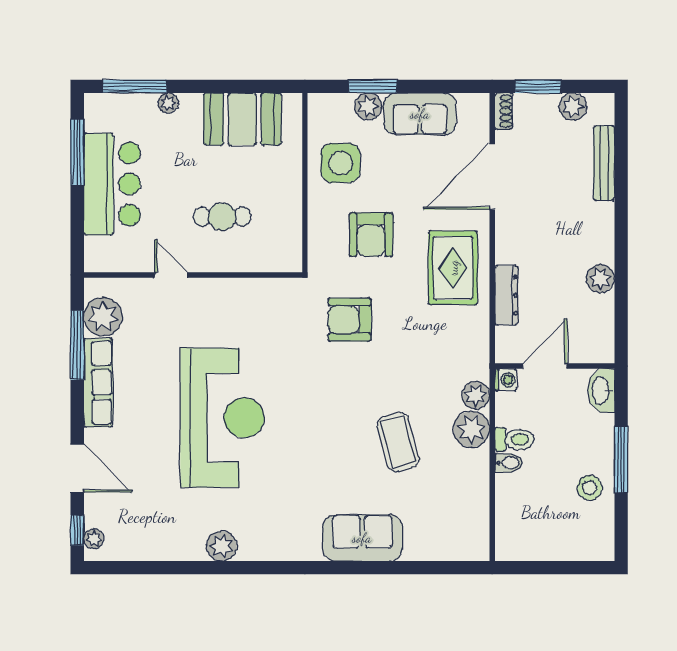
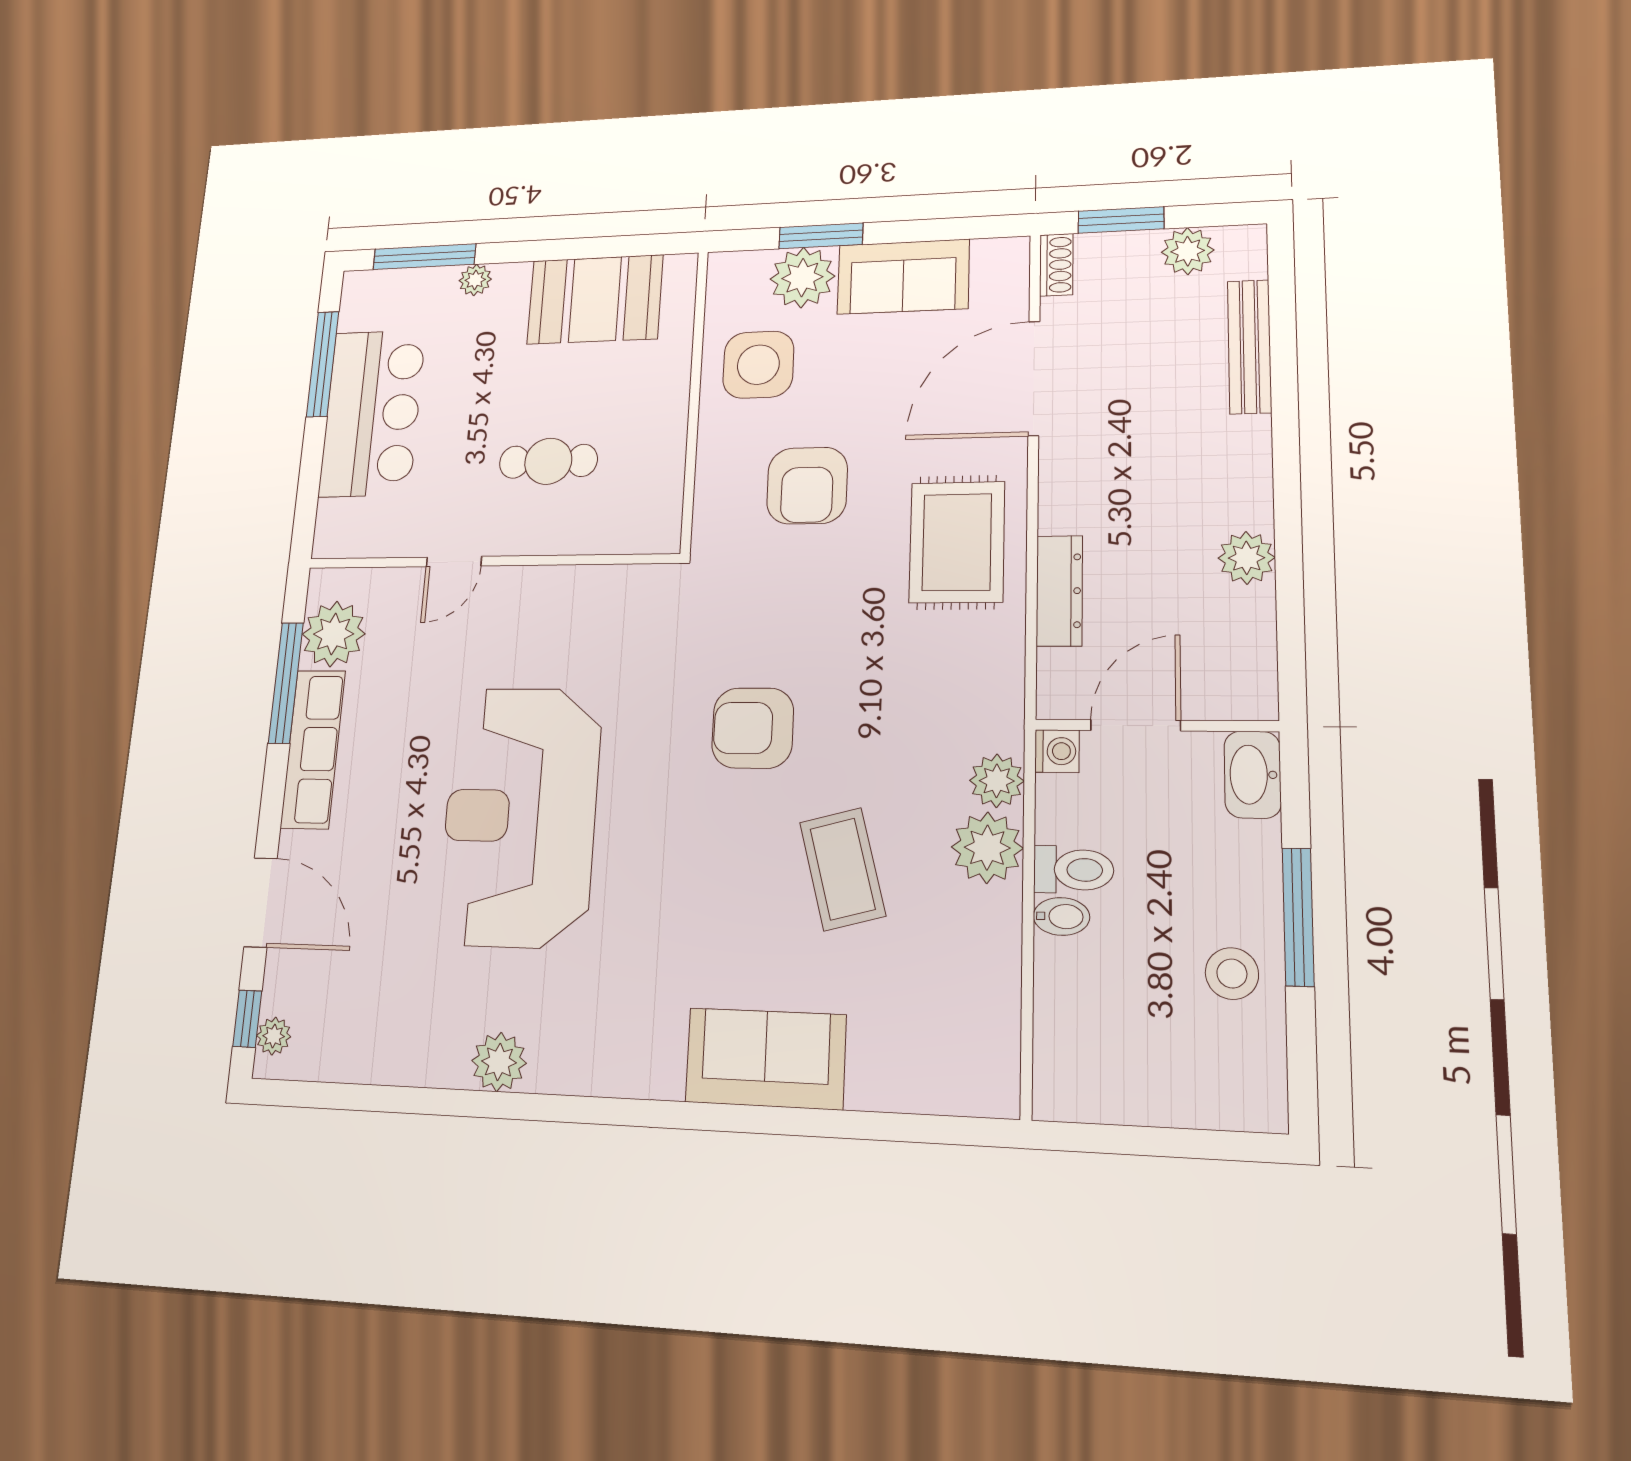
plant: (368, 106) -> (802, 278), width x1.36, depth x1.36
door: (171, 275) -> (454, 562), swing flipped
armchair: (350, 320) -> (753, 728), moved
reception desk: (222, 418) -> (520, 816), turned 180

